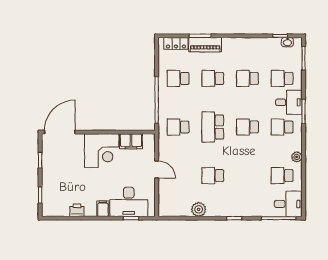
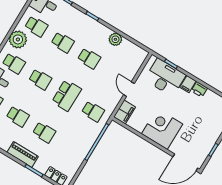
piano: (205, 45) -> (23, 154), moved
school desk: (178, 78) -> (63, 42), moved
filing cabinet: (131, 141) -> (125, 112), moved, turned 90
plant: (297, 157) -> (18, 39), width x1.88, depth x1.88
printer: (77, 210) -> (199, 89), moved

